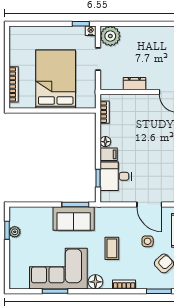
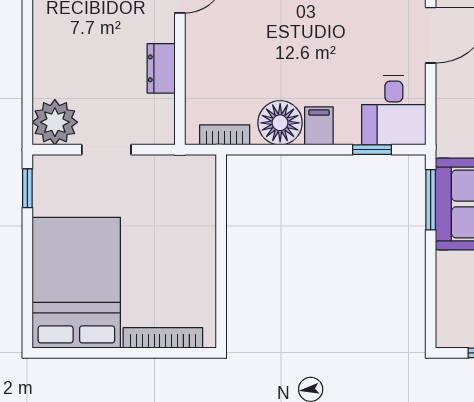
nightstand: (91, 31) -> (43, 166), removed
bed: (56, 79) -> (76, 283), moved, turned 90
floor lamp: (105, 142) -> (280, 123), width x1.89, depth x1.89
desk: (116, 176) -> (394, 110), moved

